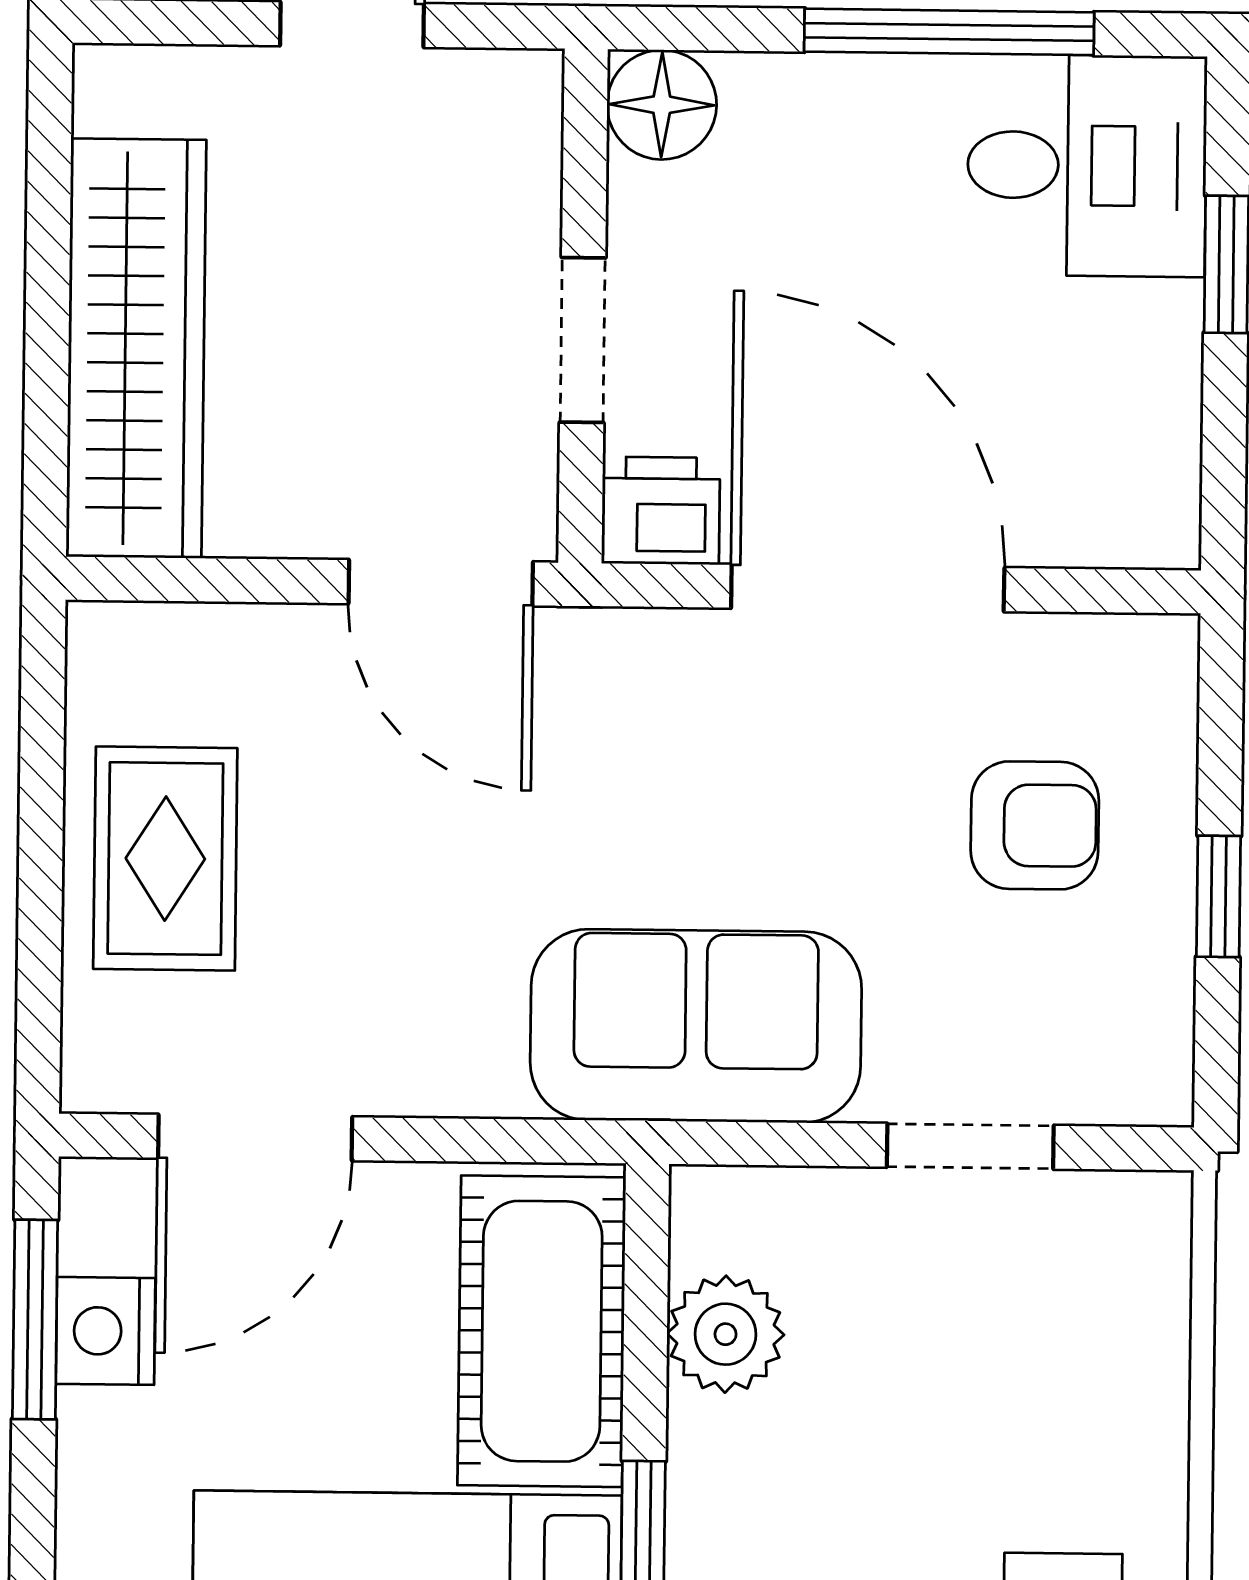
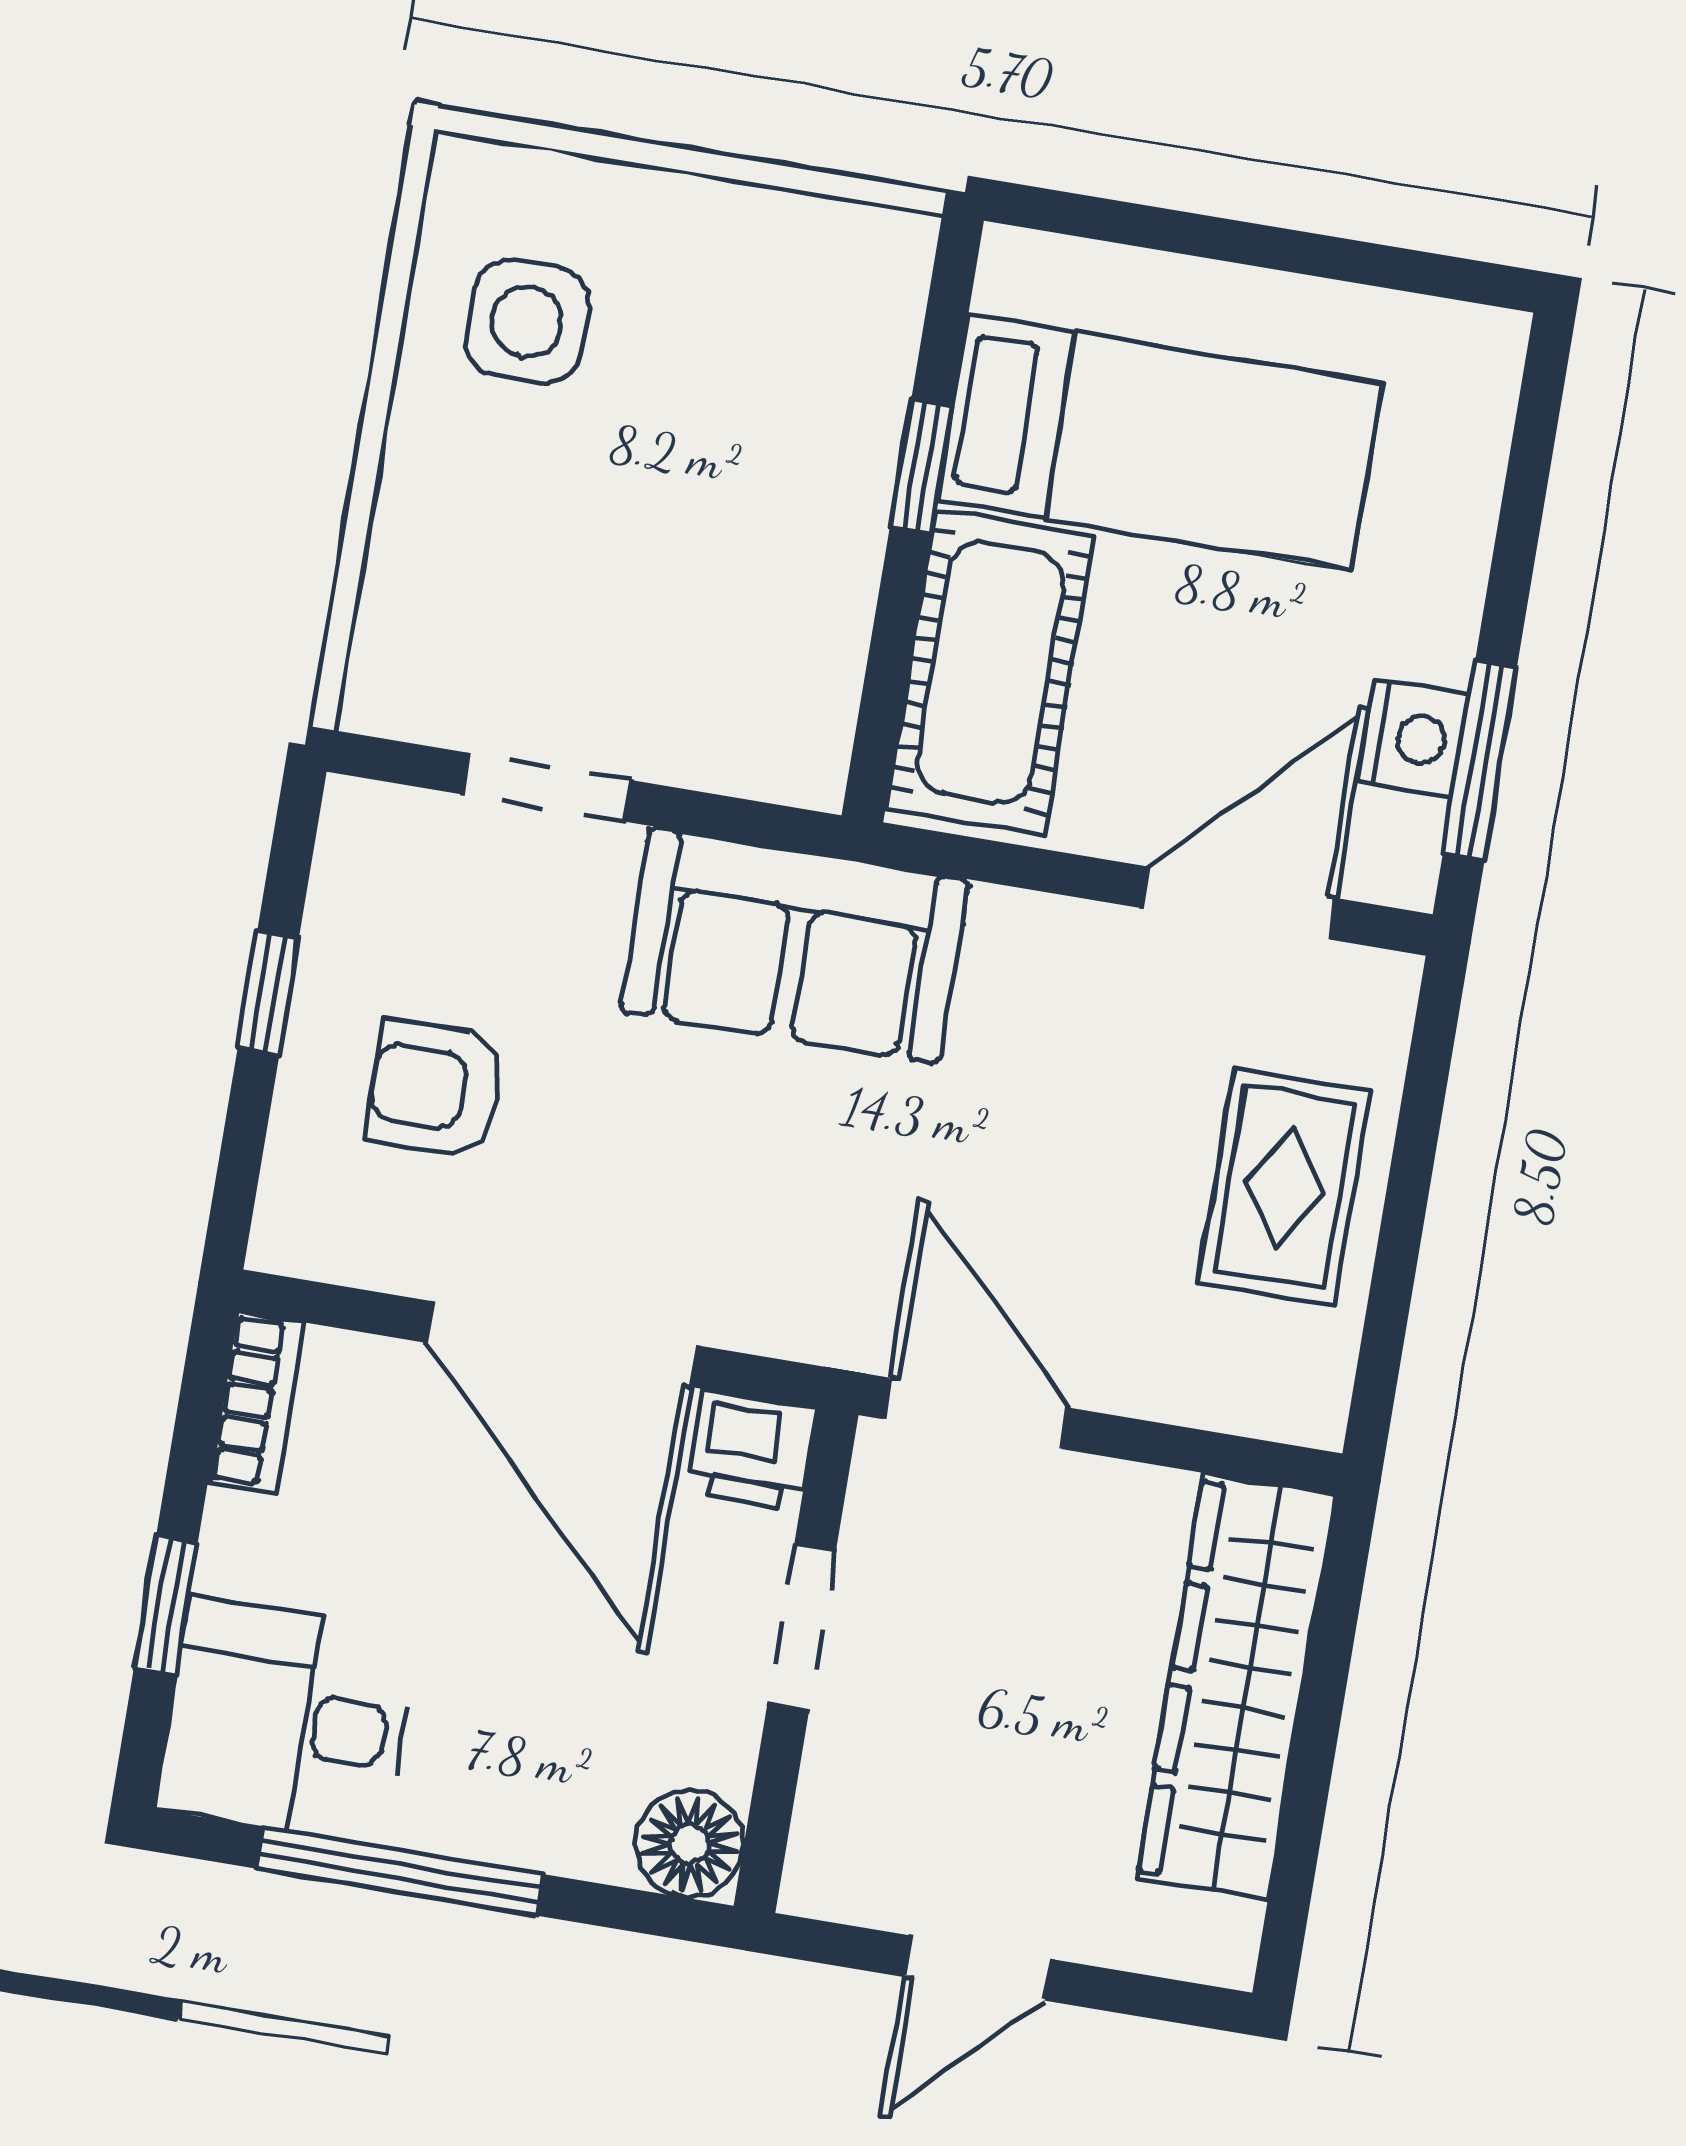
bookcase: (1167, 482) -> (256, 1402), added
plant: (726, 1334) -> (812, 642), removed

